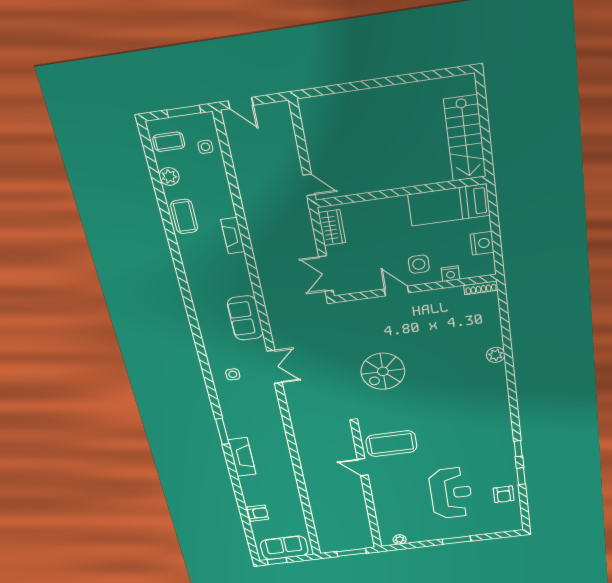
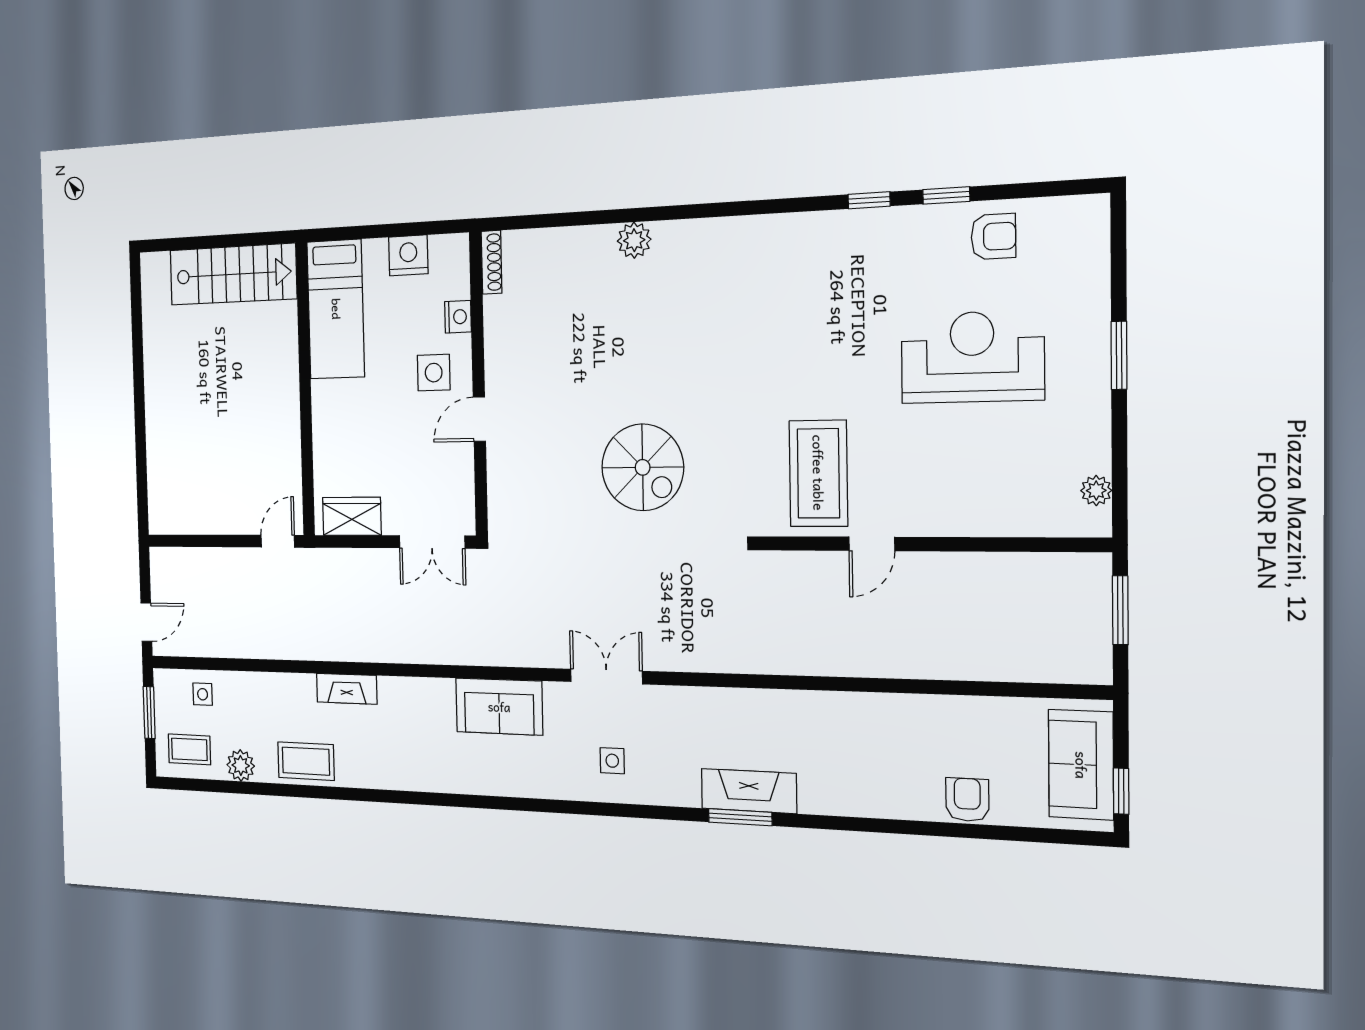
coffee table: (169, 142) -> (189, 749), turned 90
fireplace: (242, 457) -> (749, 791), moved

